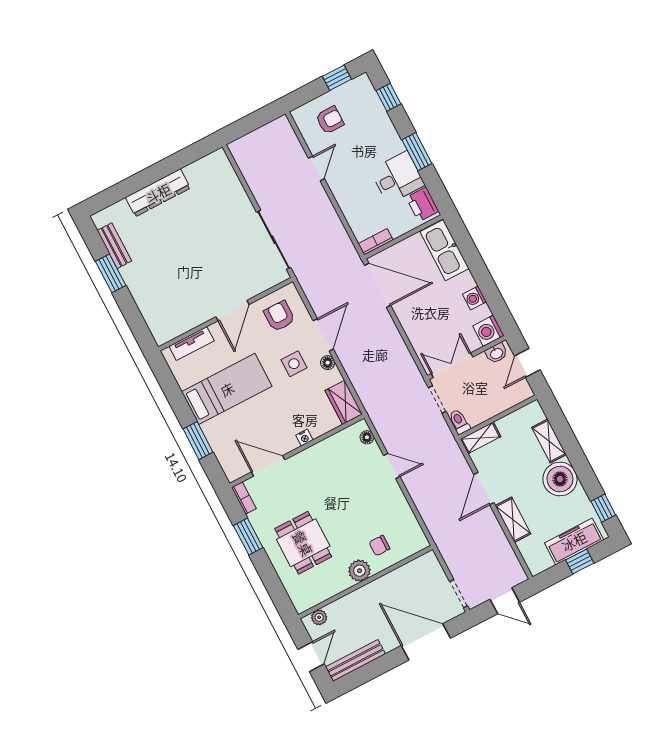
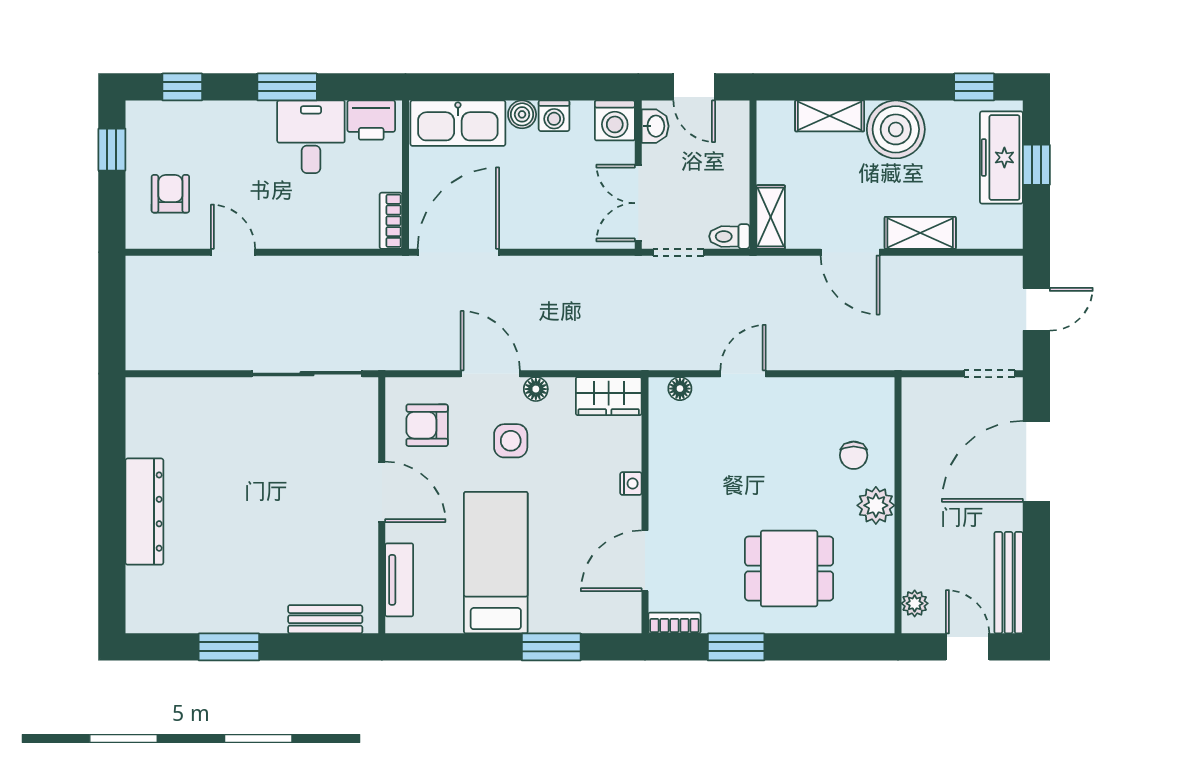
bench: (114, 246) -> (325, 619), moved
boiler: (466, 281) -> (522, 114), added

